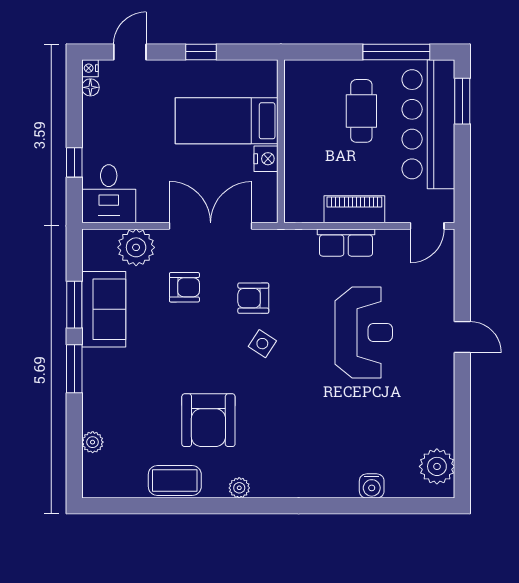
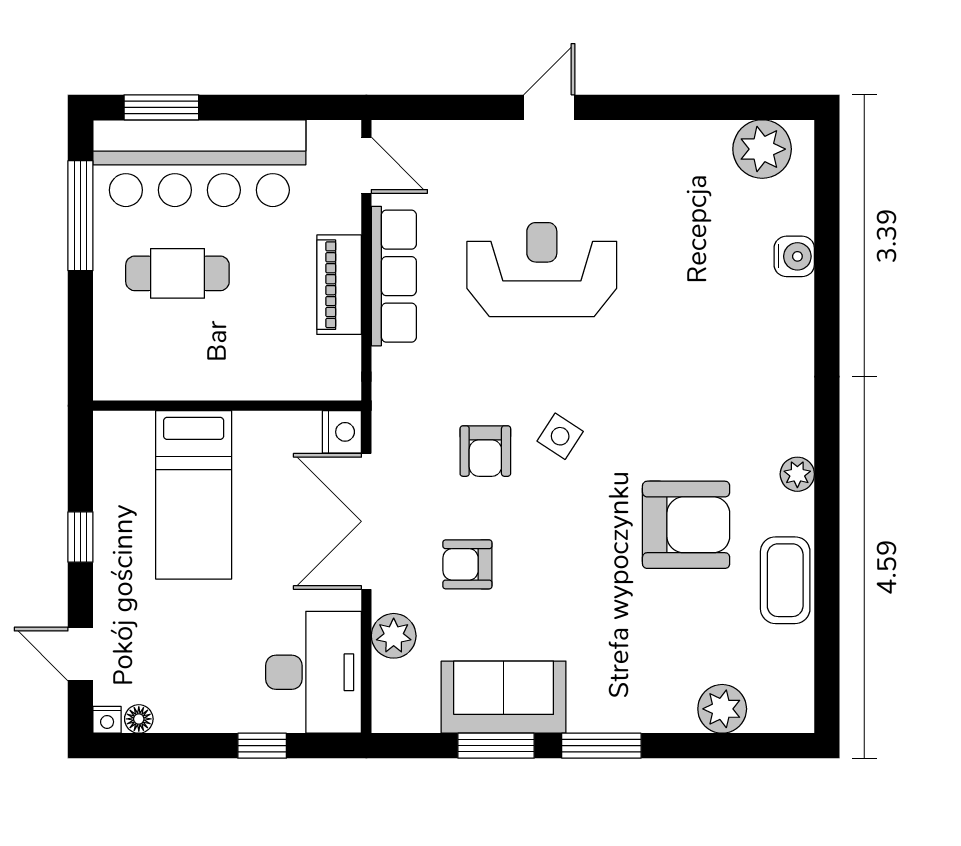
nightstand: (266, 159) -> (342, 432), moved, turned 90
desk: (109, 194) -> (314, 672), width x1.37
row of seats: (346, 243) -> (394, 276), width x1.48
plant: (136, 247) -> (394, 636), width x0.73, depth x0.73
armchair: (184, 287) -> (467, 564), turned -90
plant: (93, 442) -> (722, 709), width x1.38, depth x1.38

